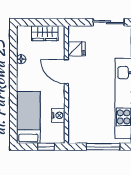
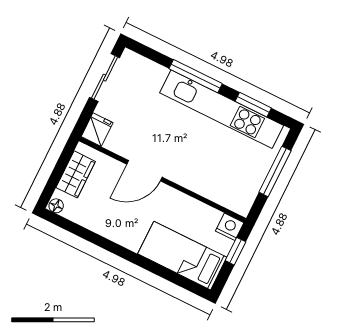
fridge: (77, 49) -> (97, 130), moved
floor lamp: (21, 59) -> (56, 206), moved
nightstand: (58, 115) -> (230, 227), moved

